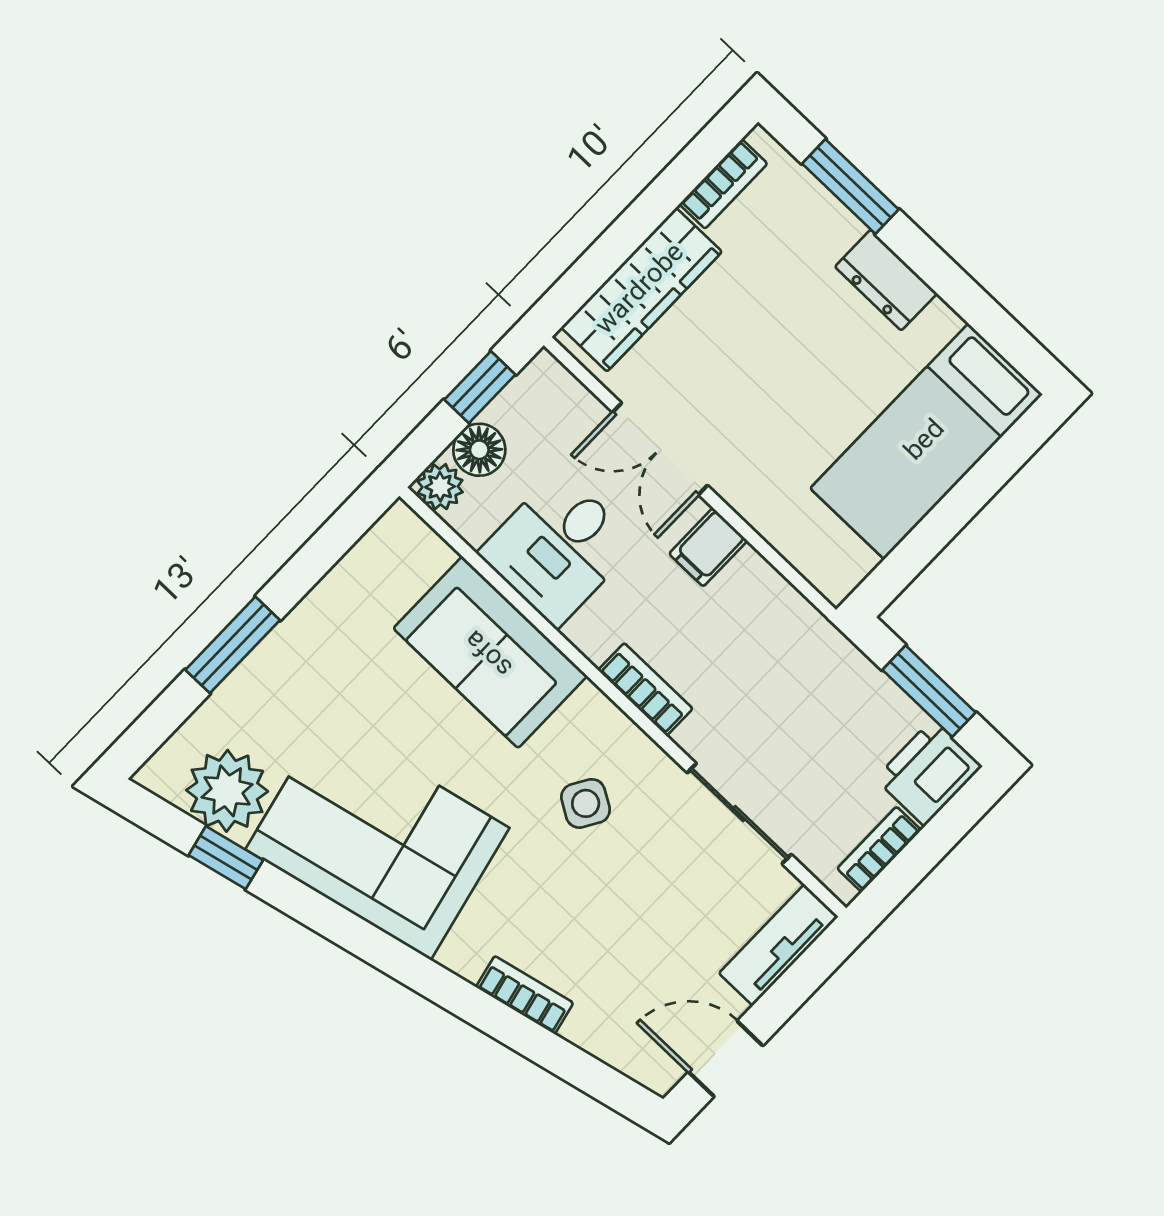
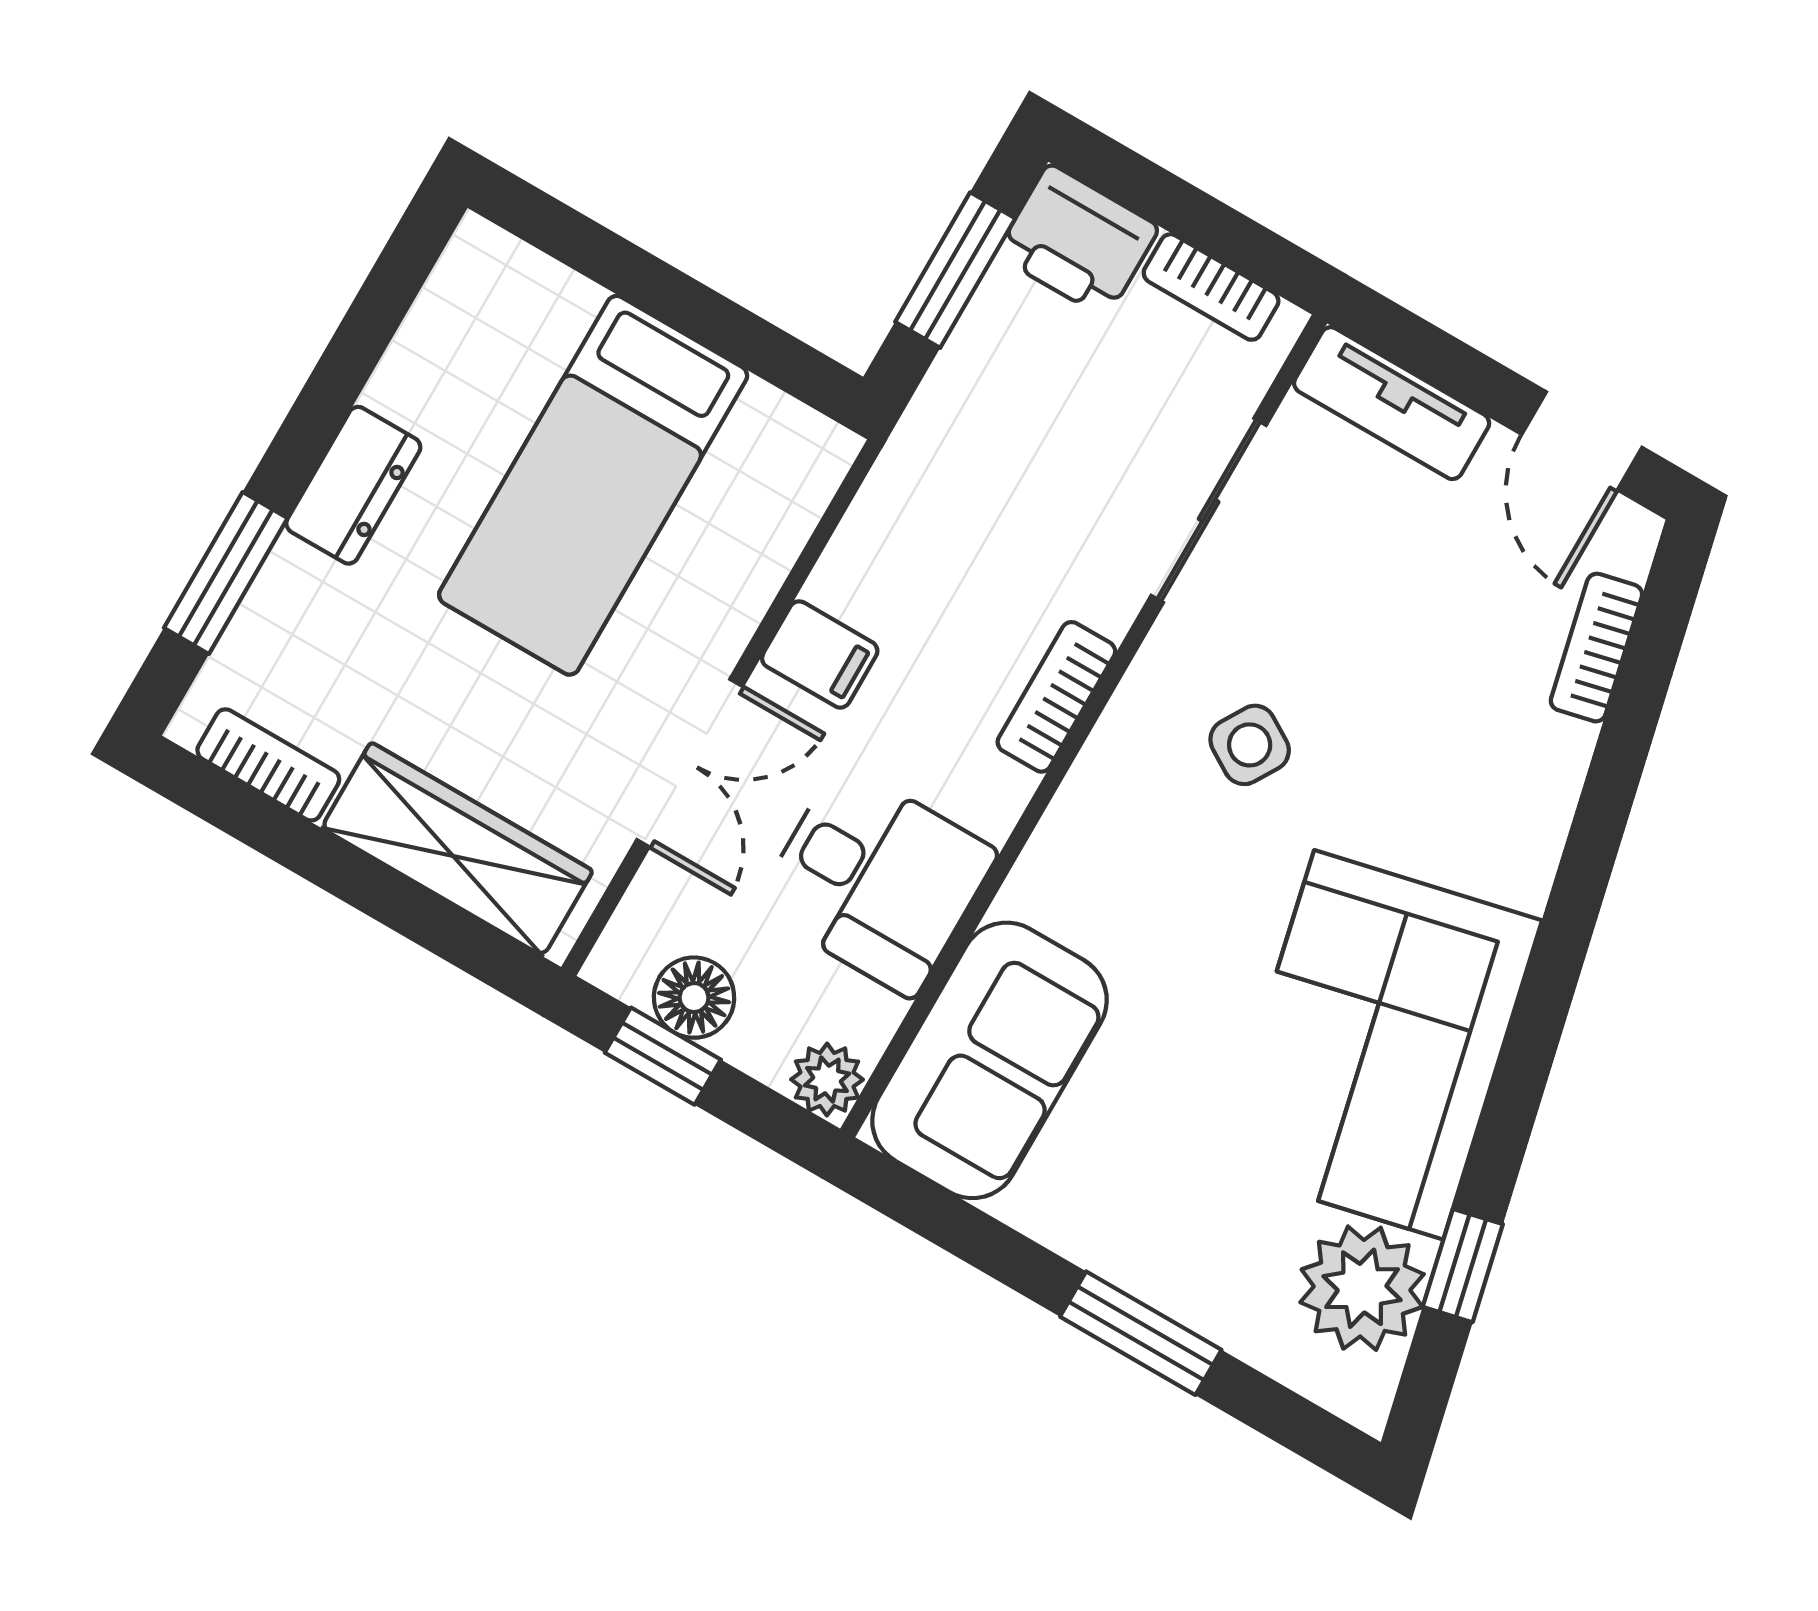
bed: (926, 441) -> (593, 485), moved, turned 90
floor lamp: (479, 450) -> (694, 998), moved
sofa: (490, 652) -> (990, 1060), moved
bookcase: (525, 995) -> (1596, 648), moved

